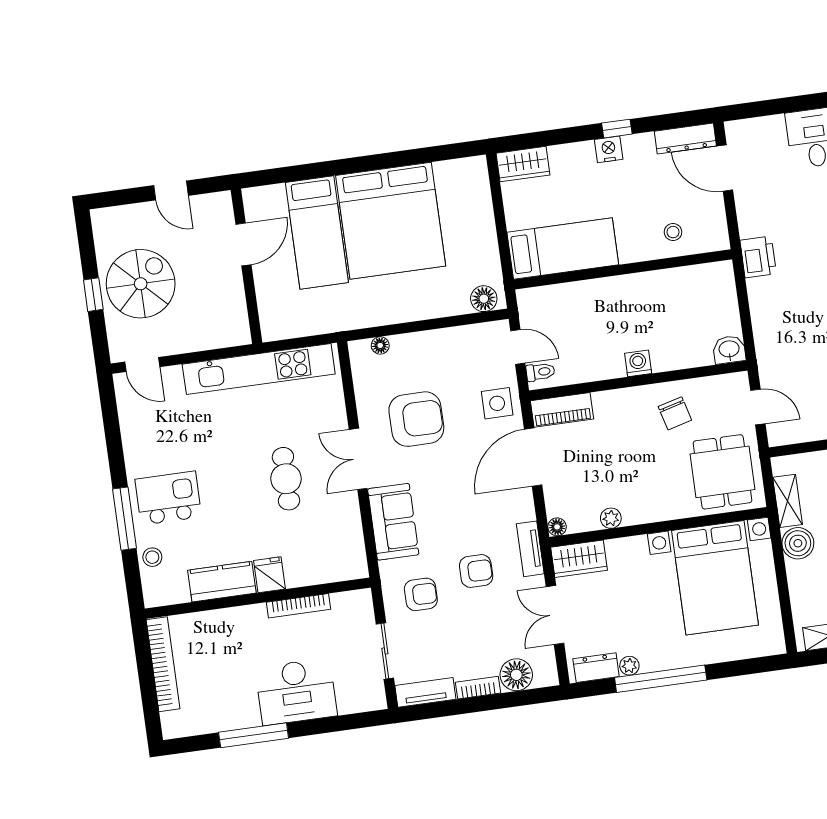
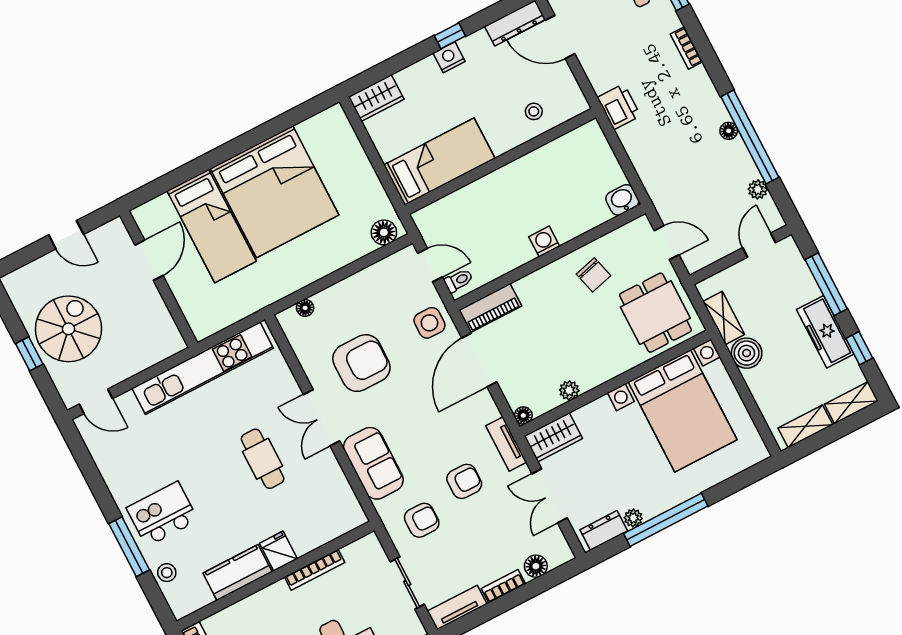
floor lamp: (516, 675) -> (536, 566), width x0.73, depth x0.73

